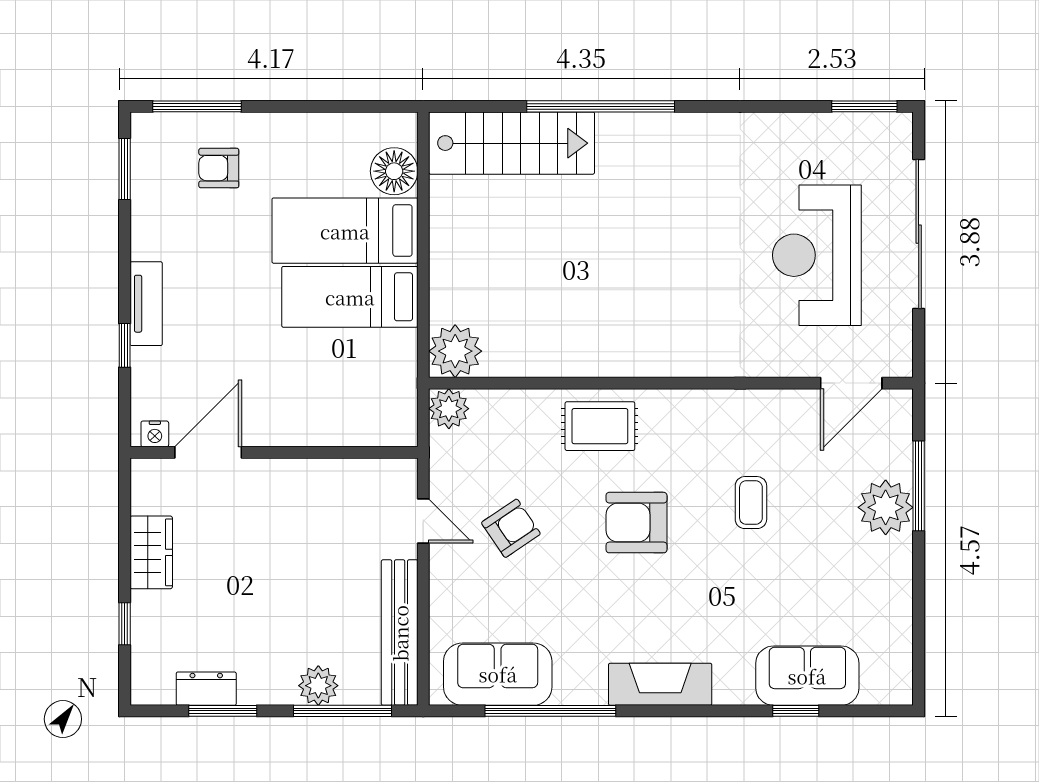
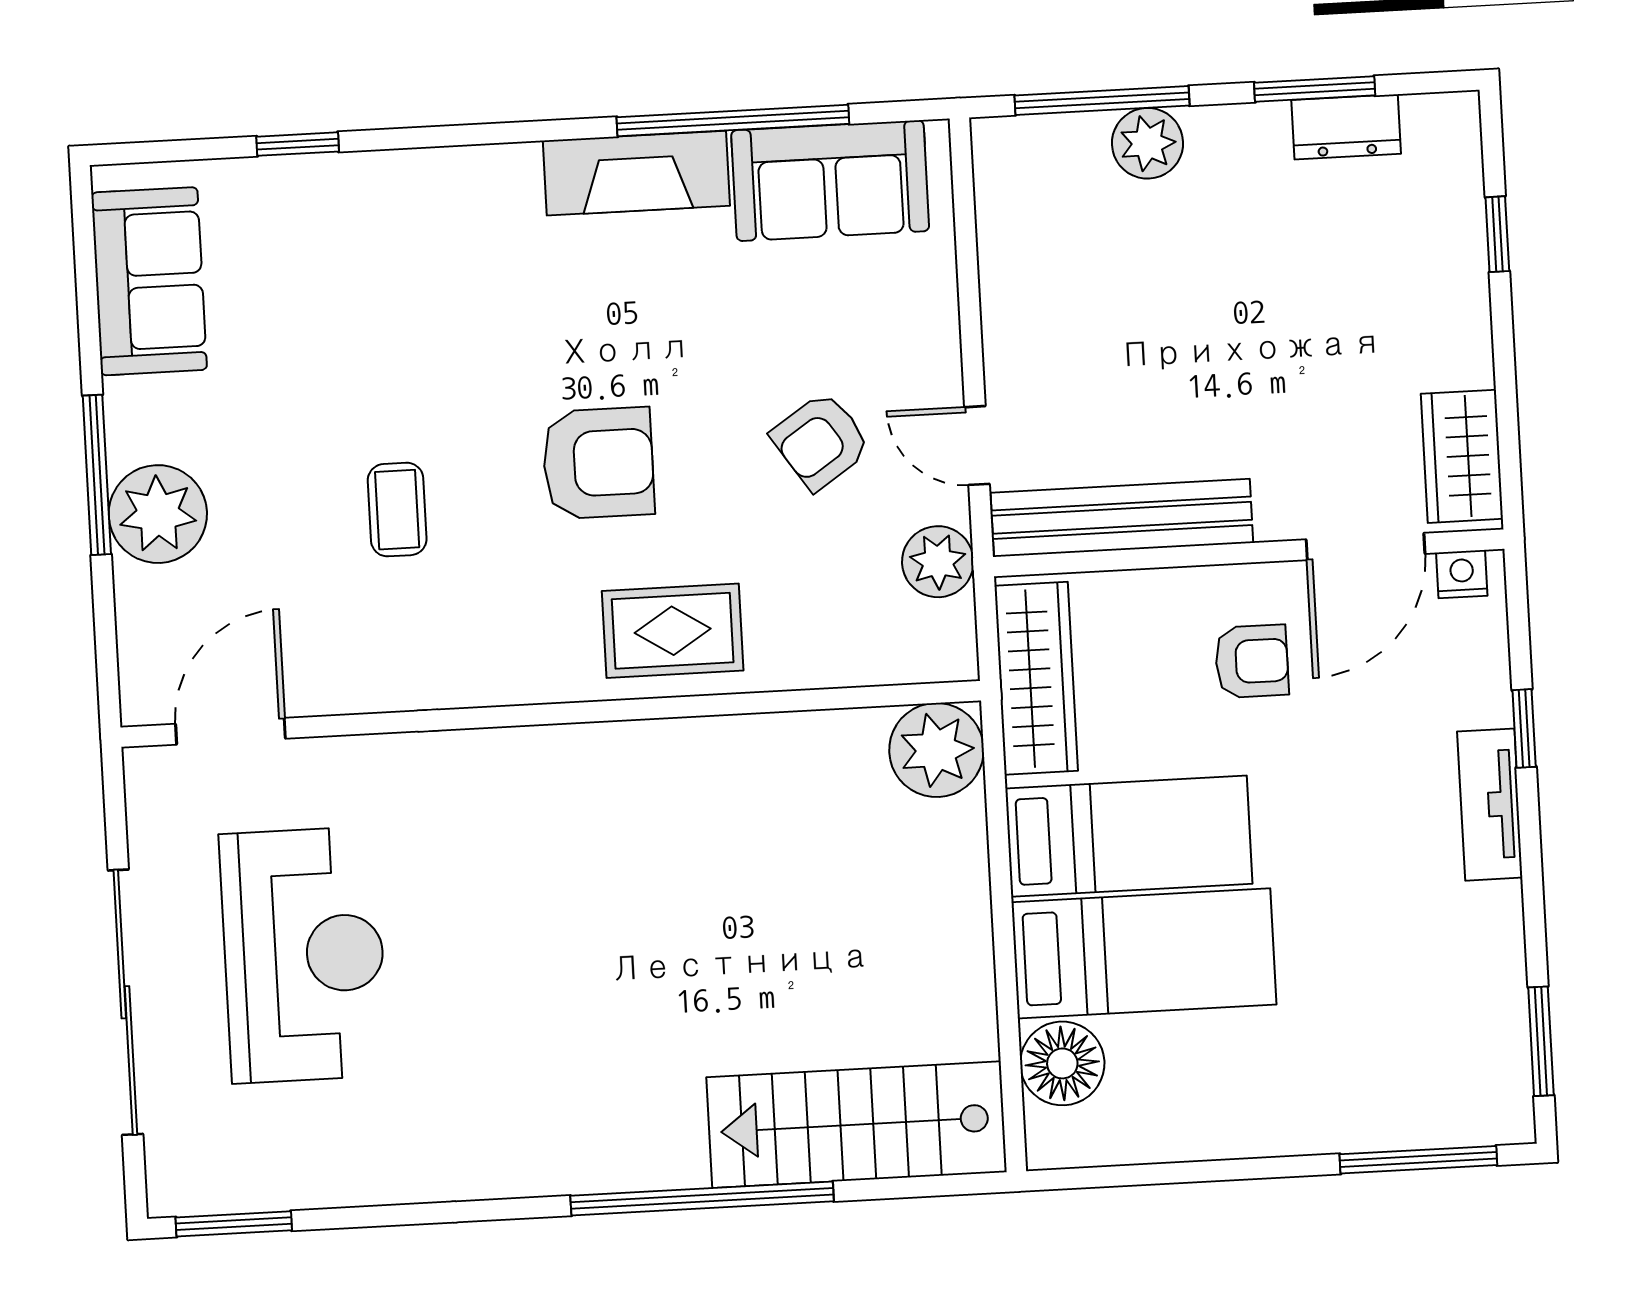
armchair: (219, 168) -> (1252, 661), moved
wardrobe: (397, 388) -> (1036, 678), added
plant: (449, 409) -> (938, 562), moved
window: (919, 486) -> (97, 475), moved
wardrobe: (151, 552) -> (1462, 456), moved
bench: (400, 633) -> (1122, 518), moved, turned 90
sofa: (807, 676) -> (149, 281), moved, turned -90
fireplace: (660, 684) -> (636, 173), moved

